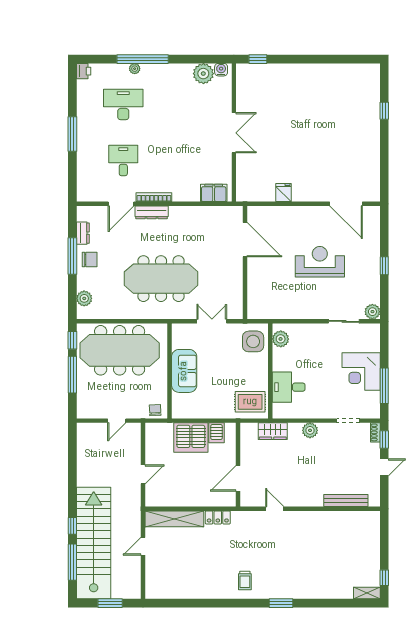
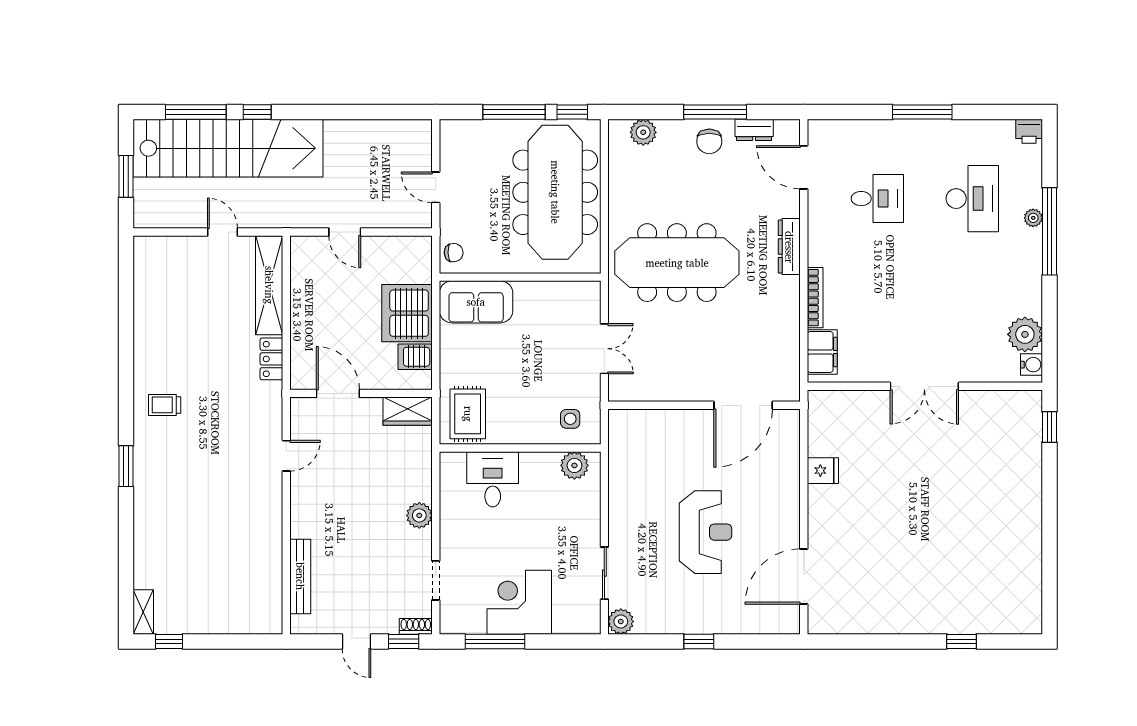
bookcase: (154, 197) -> (815, 298), moved
door: (121, 204) -> (804, 167), moved
meeting table: (161, 279) -> (677, 263), turned 90
side table: (253, 341) -> (570, 419), width x0.54, depth x0.54
sofa: (184, 371) -> (476, 302), moved
wardrobe: (273, 431) -> (408, 411), moved, turned -90

